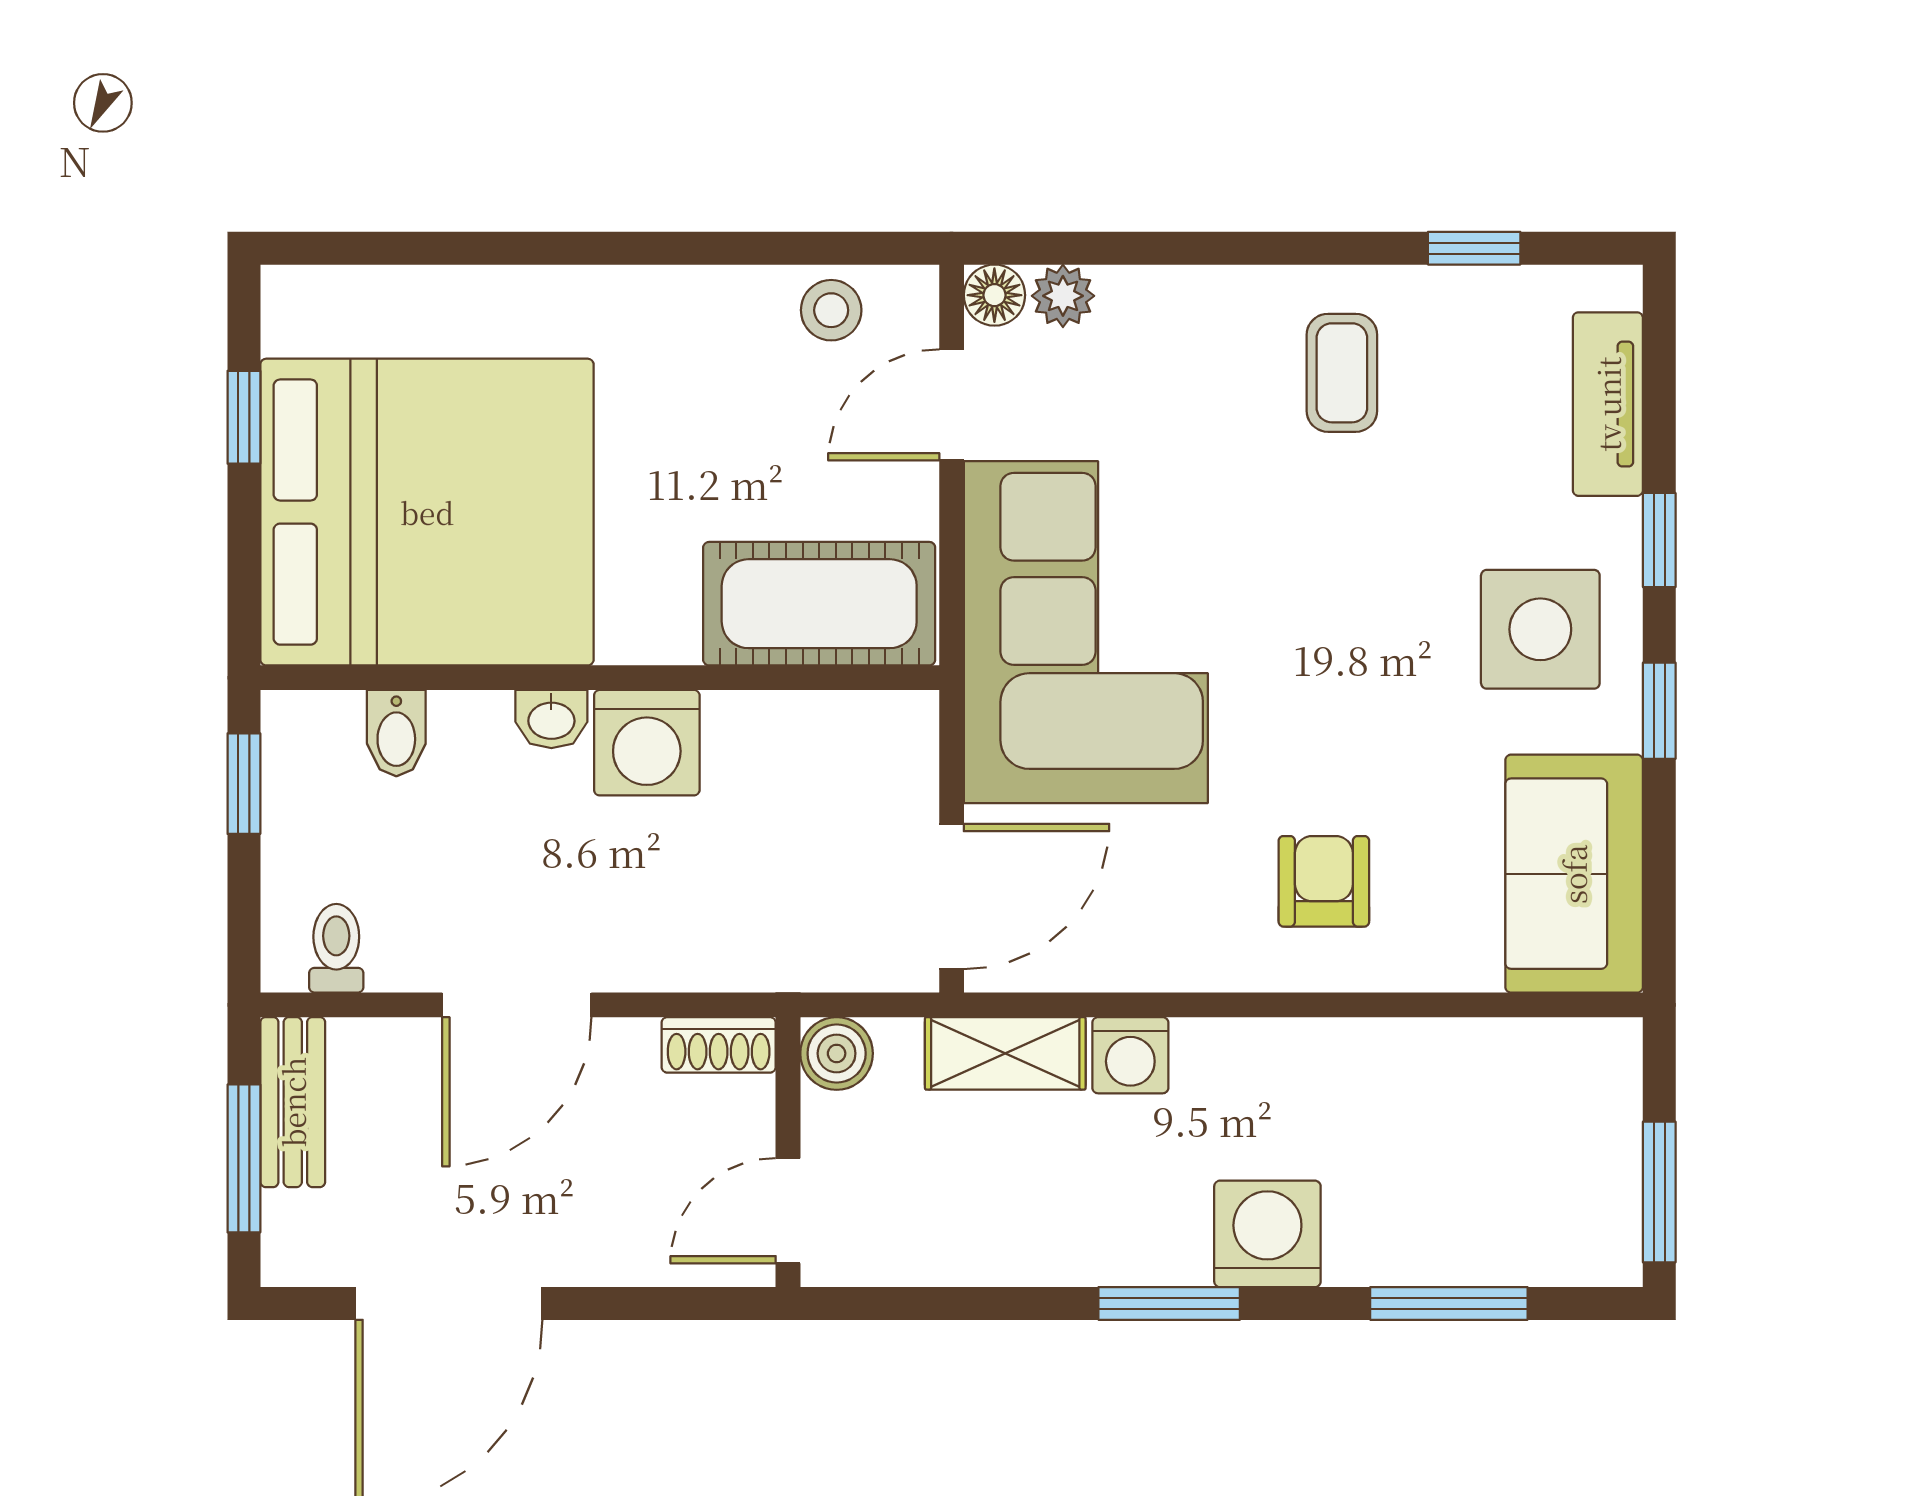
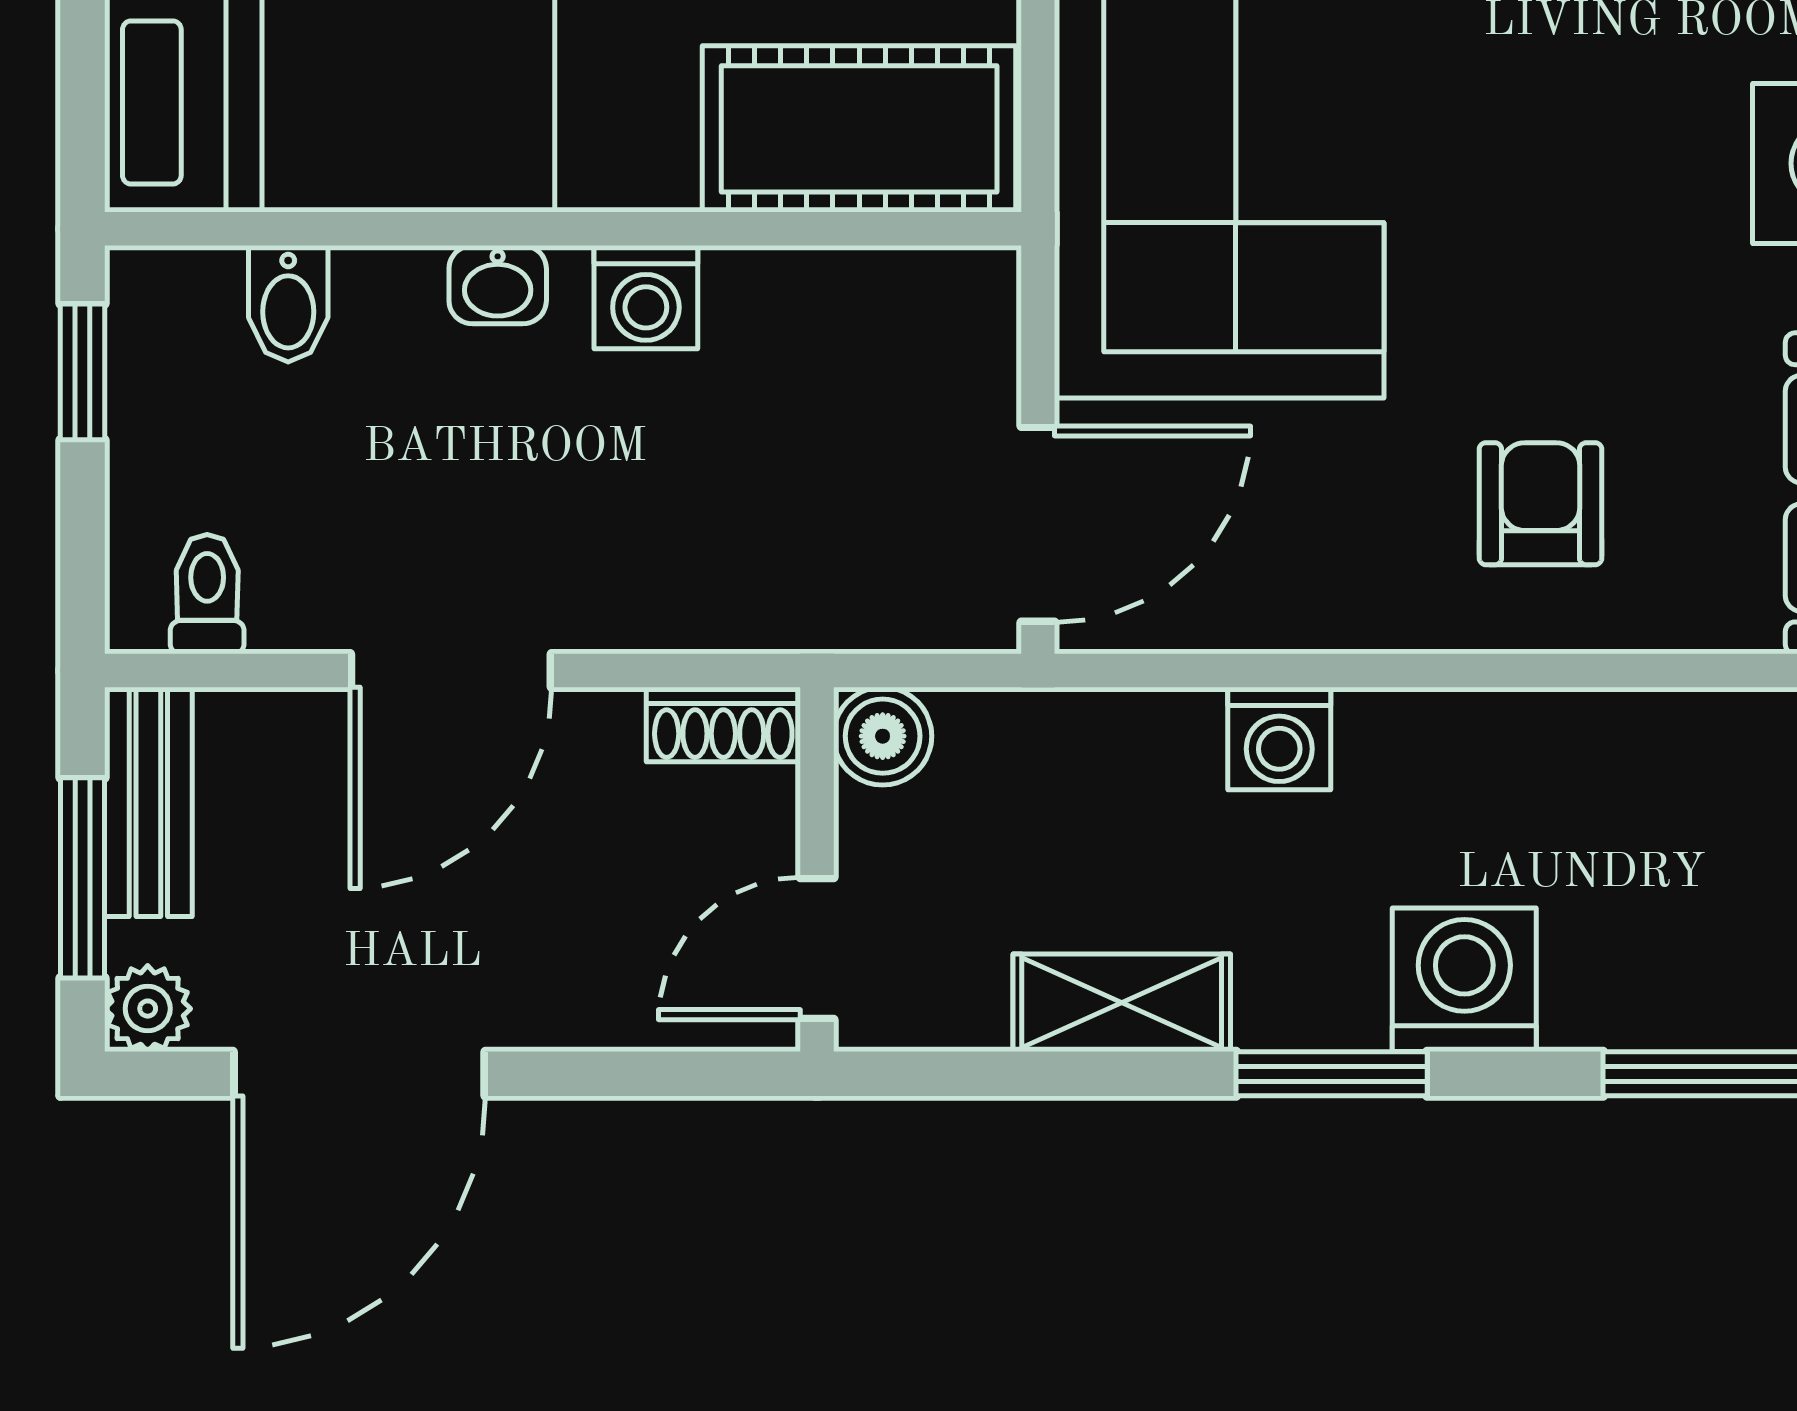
washing machine: (647, 743) -> (646, 297), width x0.73, depth x0.73
shelving: (1005, 1053) -> (1122, 1003), moved
plant: (292, 1255) -> (148, 1009), added

